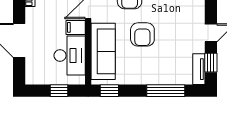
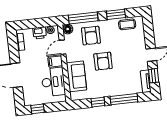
sofa: (103, 51) -> (77, 76), width x0.73
window: (59, 91) -> (37, 109), moved
window: (109, 91) -> (98, 102), moved

